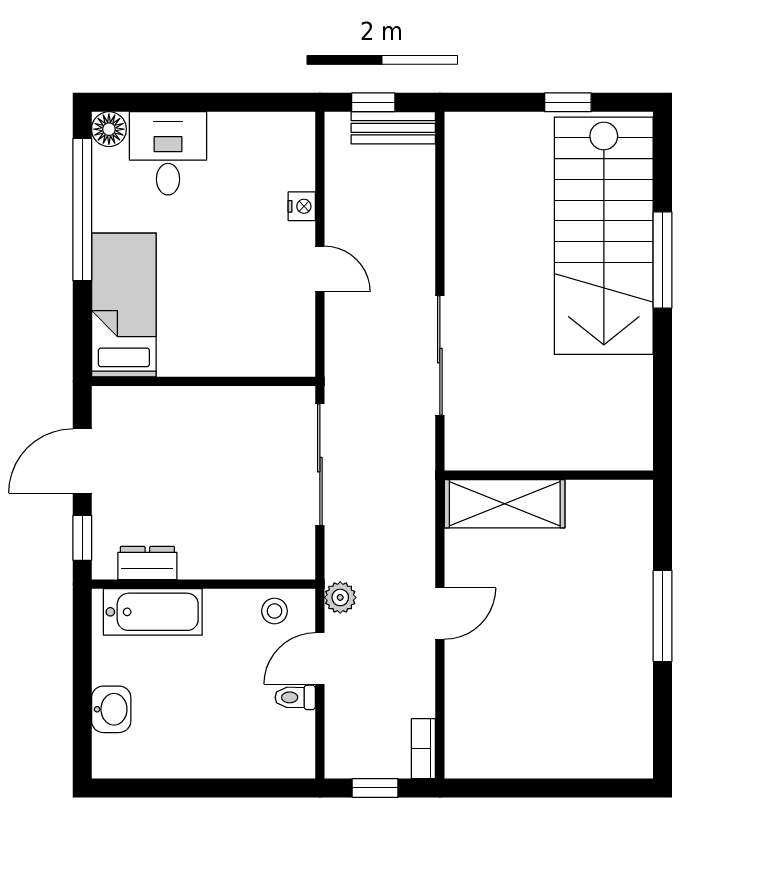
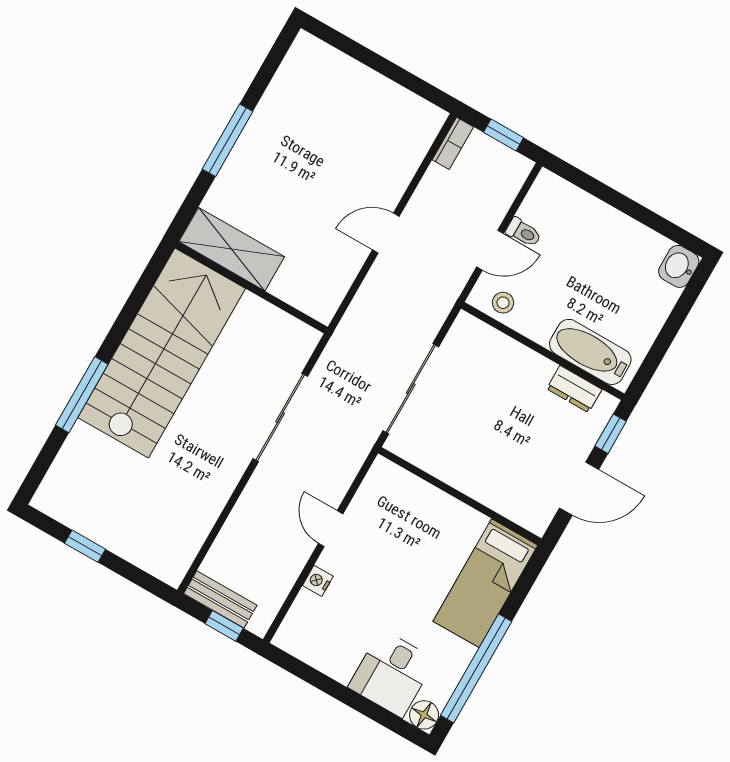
stairs: (604, 236) -> (162, 353), moved
shelving: (505, 504) -> (232, 249), moved
plant: (340, 597) -> (450, 285), removed
washbasin: (111, 709) -> (679, 266), moved

